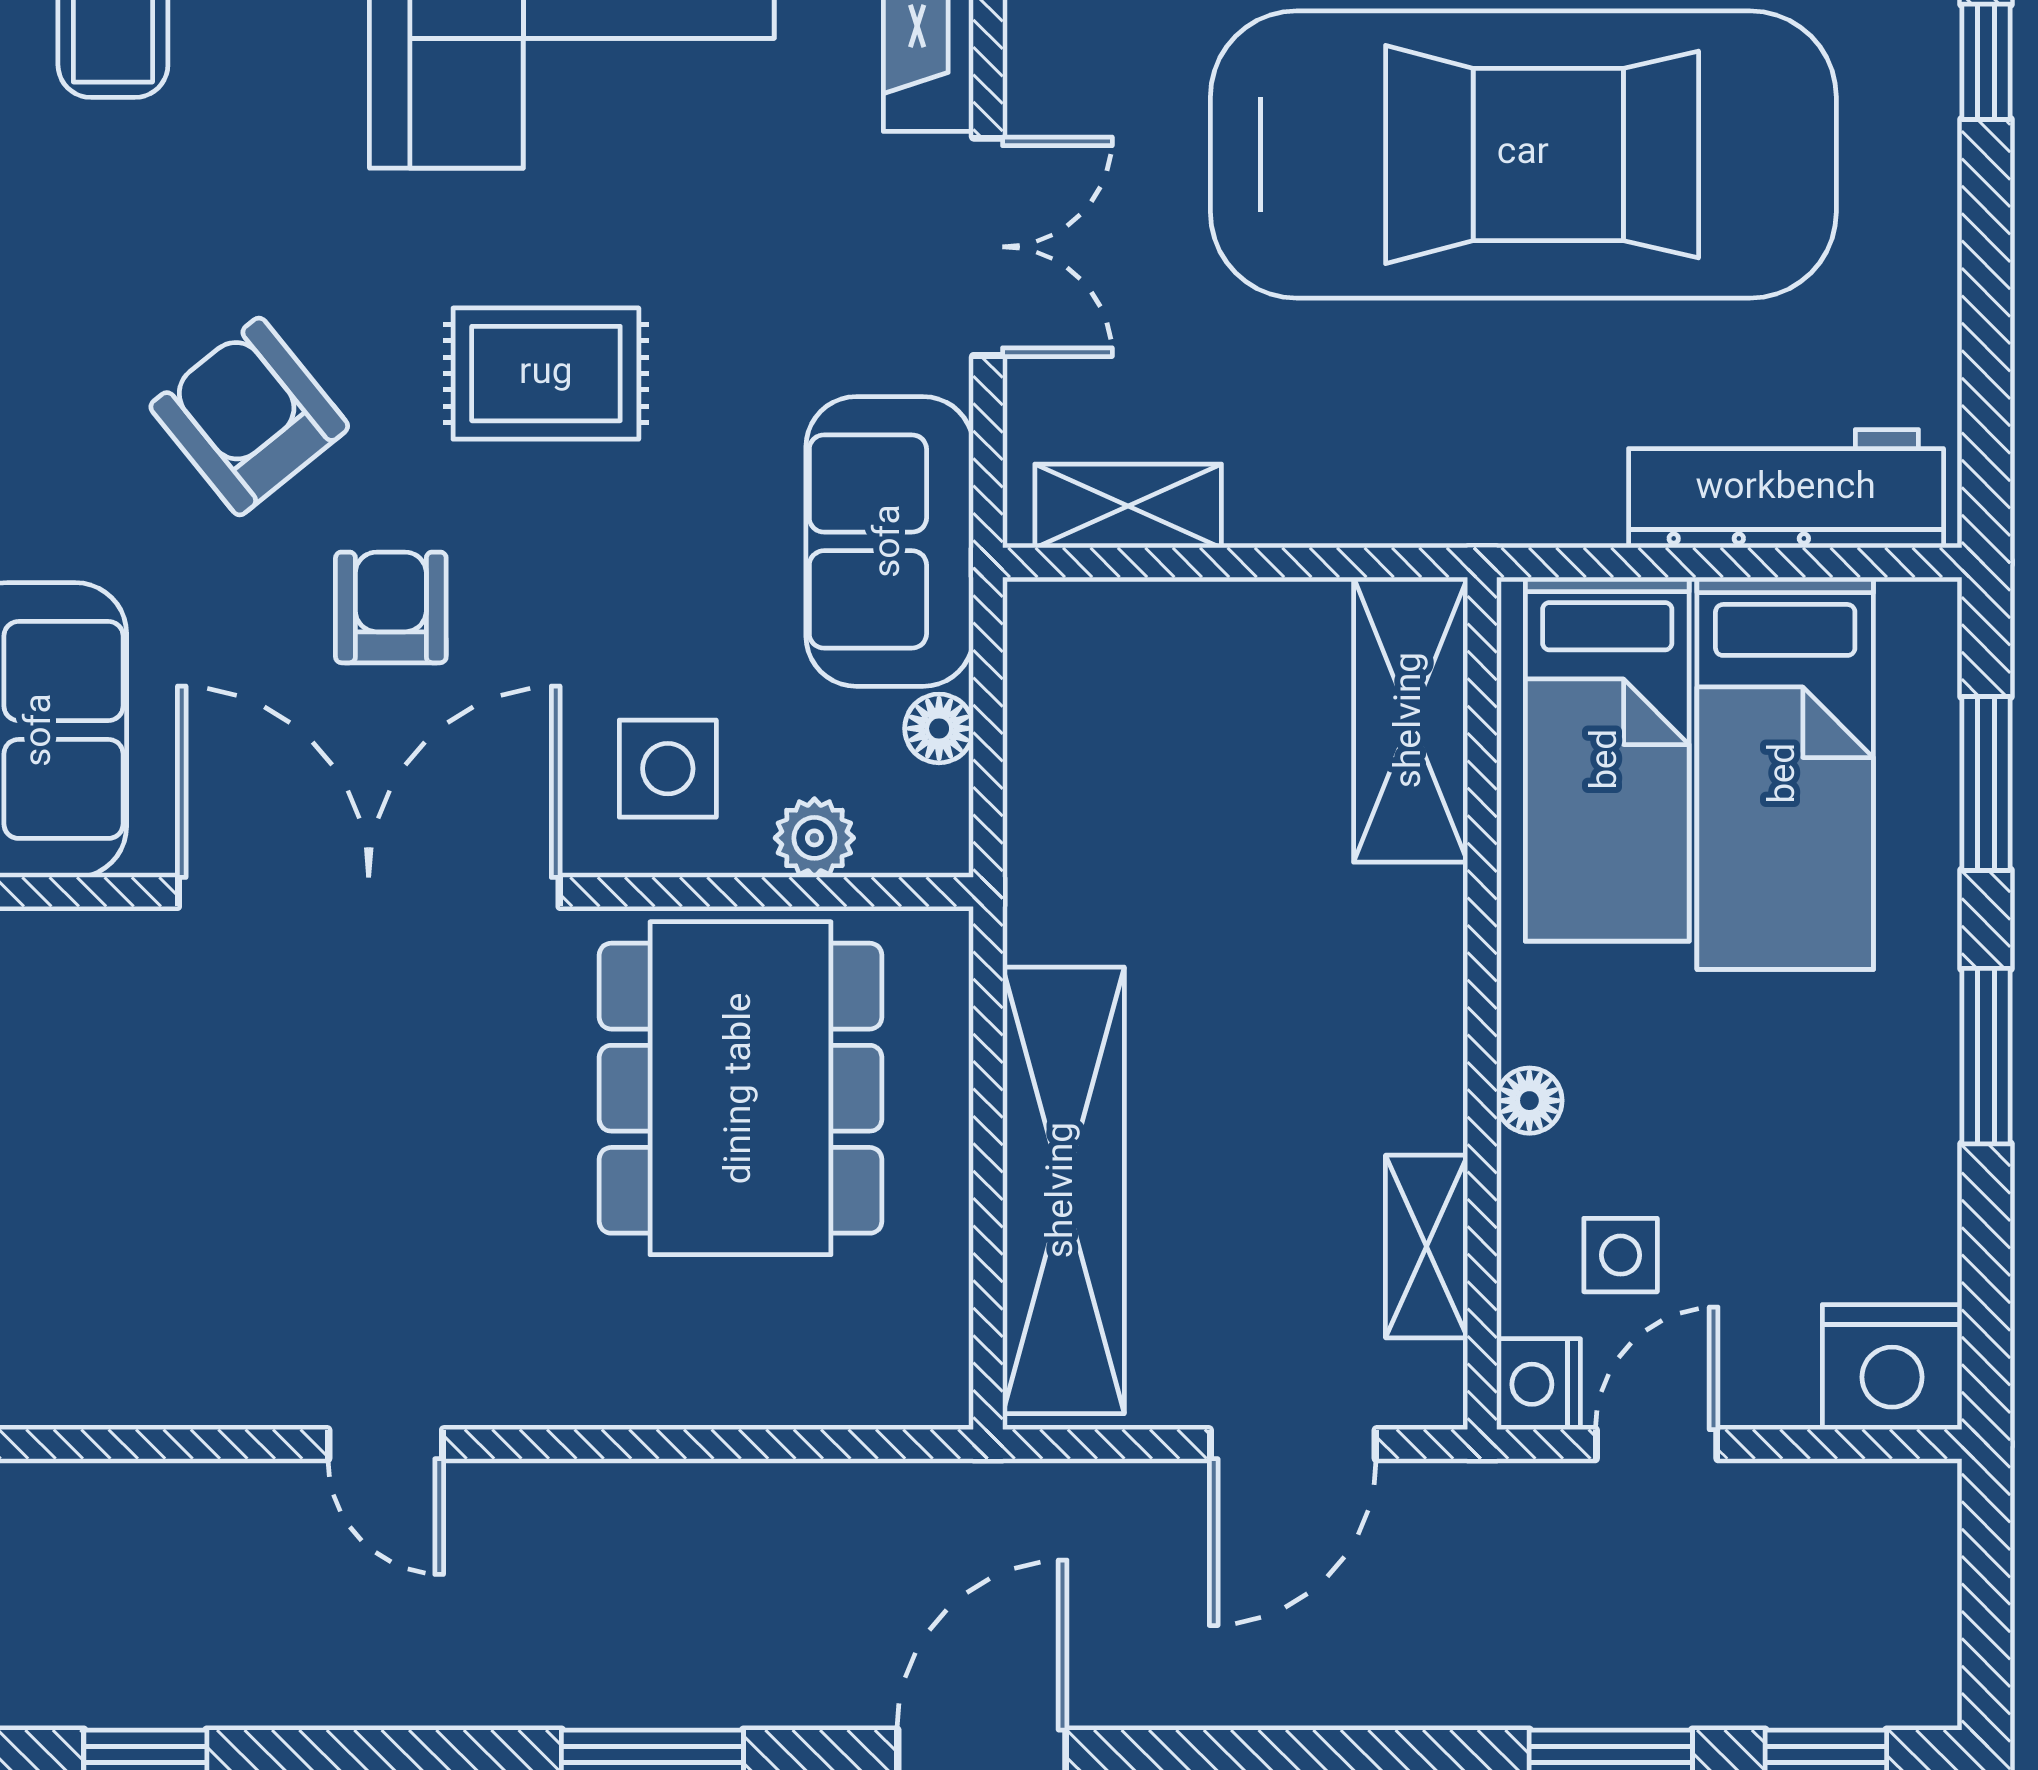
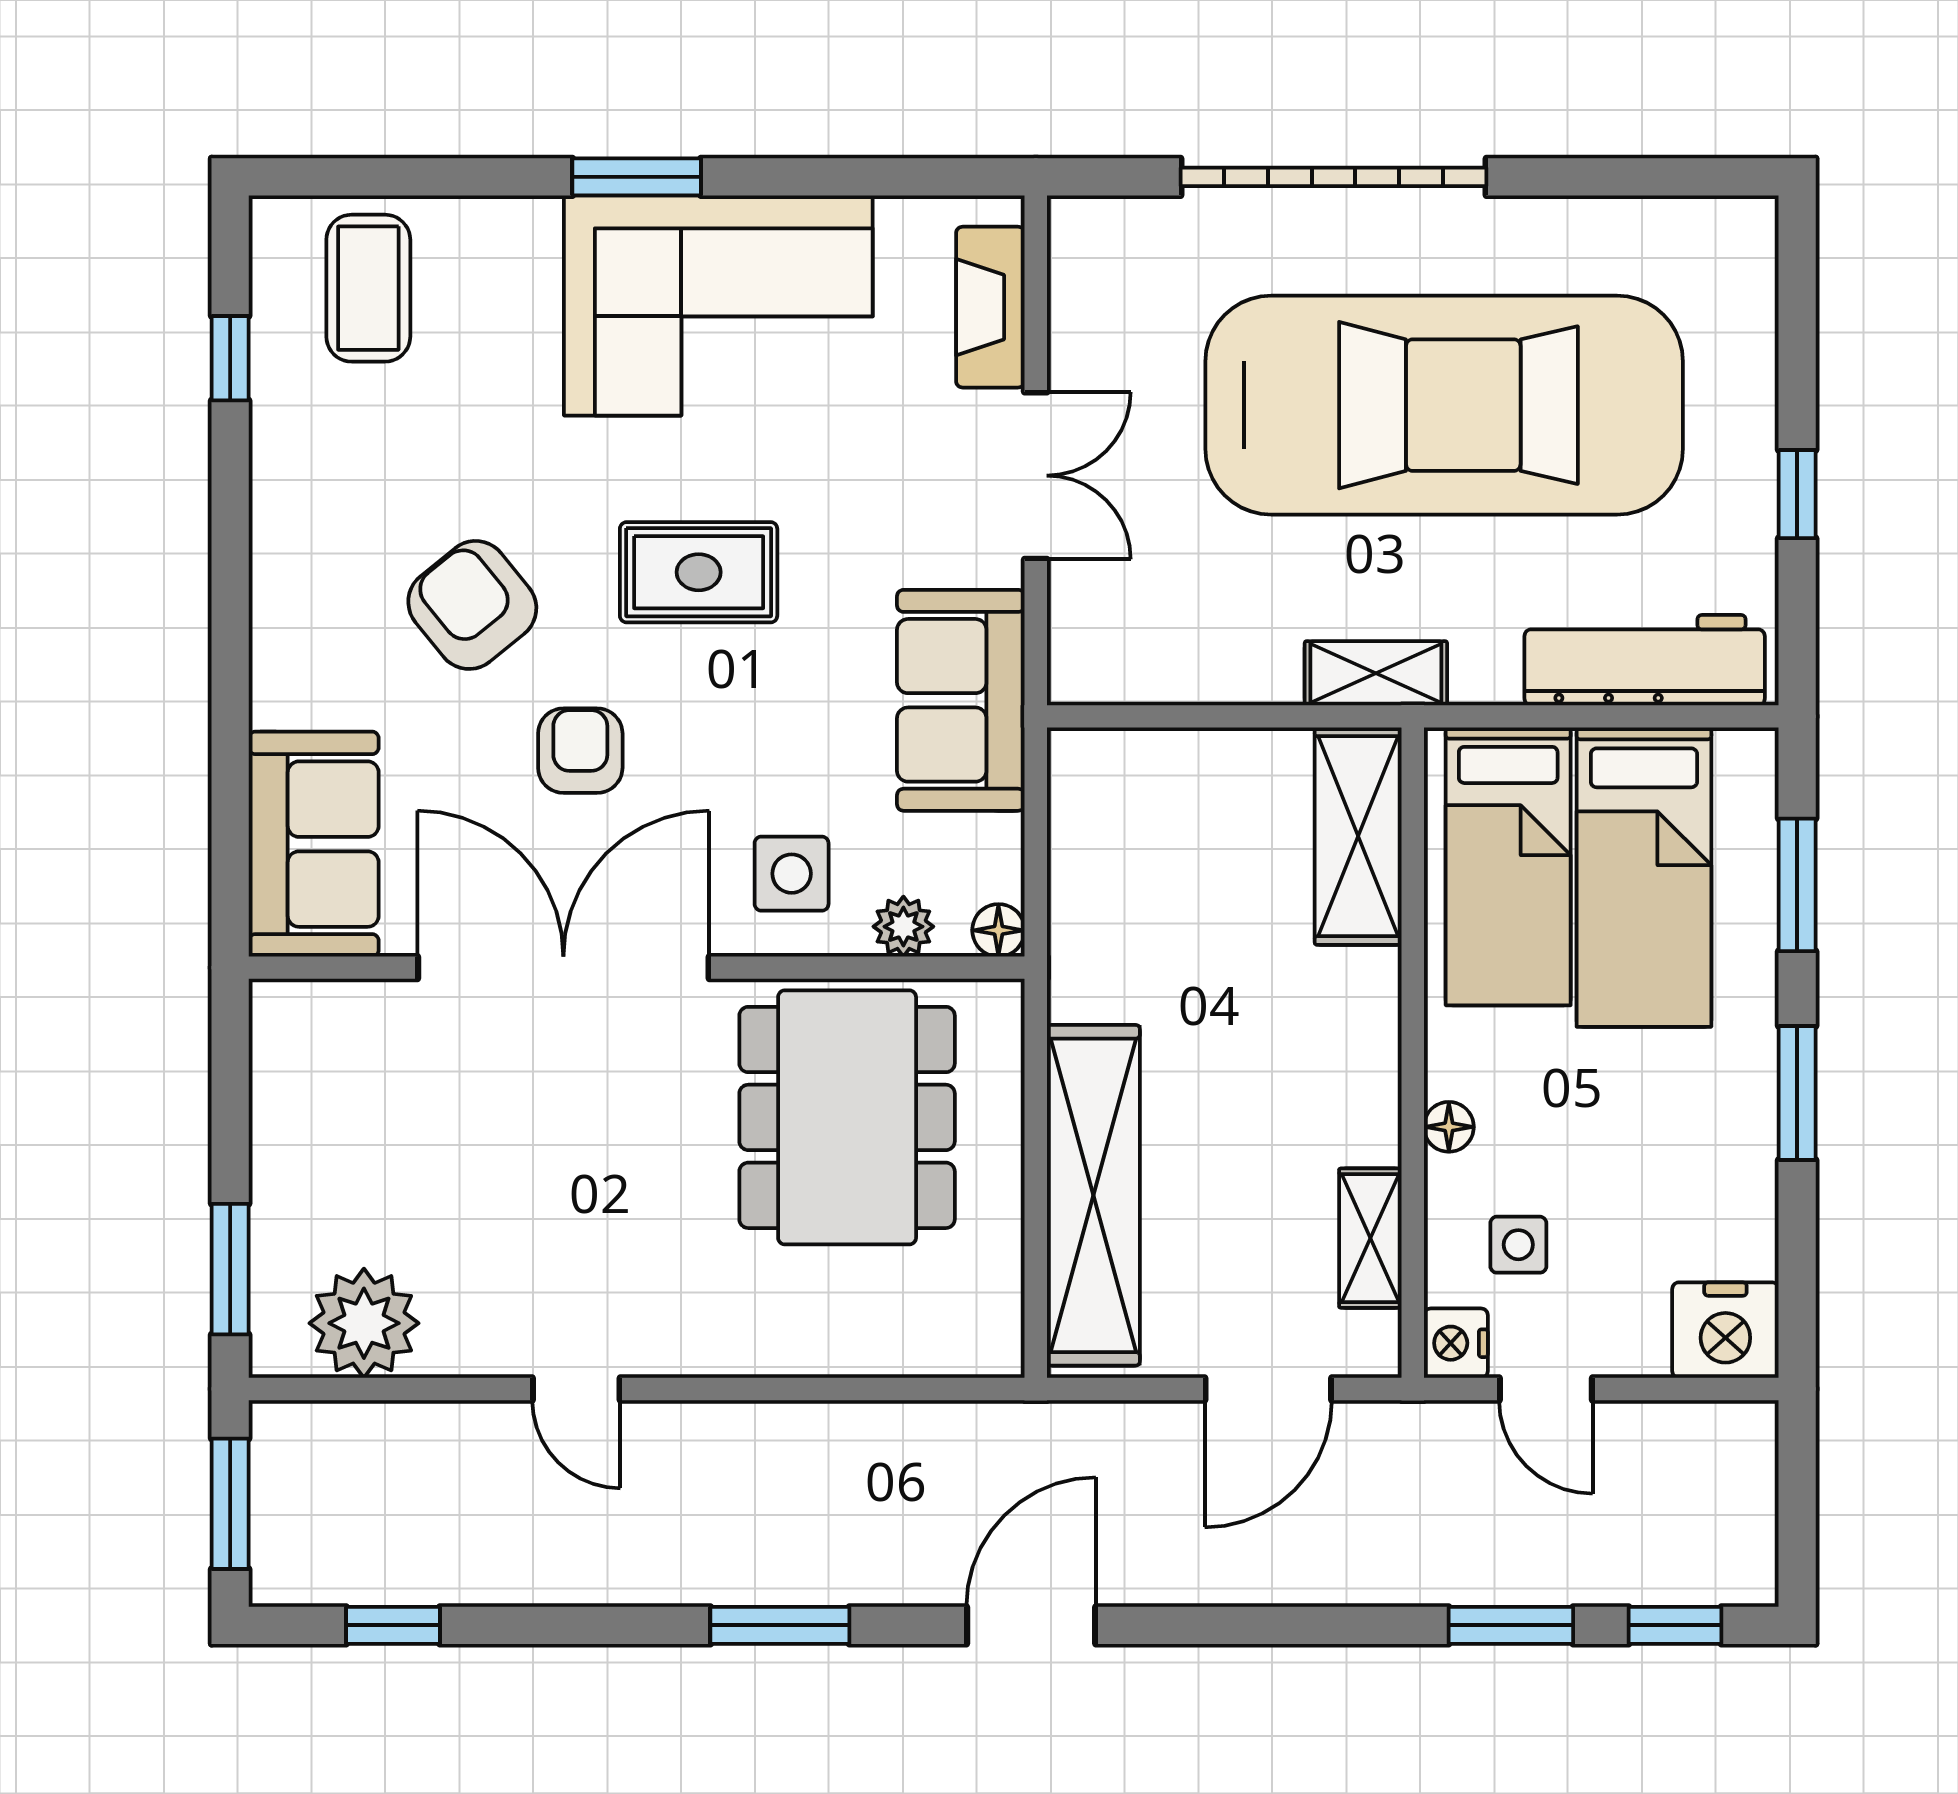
window: (1986, 62) -> (1797, 494), moved
shelving: (1128, 506) -> (1376, 673), moved
floor lamp: (939, 728) -> (998, 930), moved
plant: (107, 1358) -> (364, 1323), added
door: (1657, 1444) -> (1546, 1389), swing flipped

